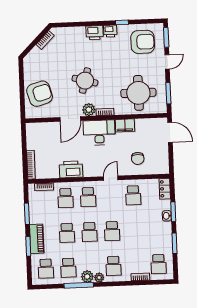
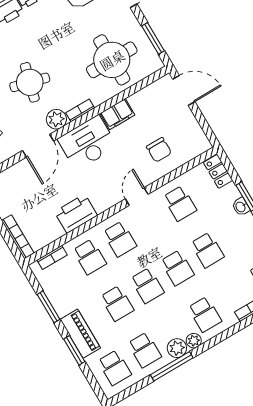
school desk: (135, 230) -> (207, 250), added

